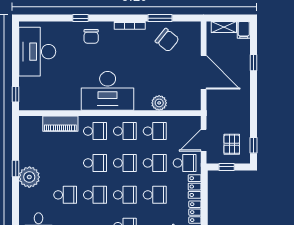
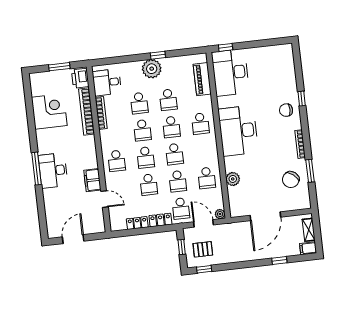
desk: (37, 52) -> (230, 73), moved, turned -90
plant: (196, 121) -> (220, 214), added
piano: (60, 124) -> (202, 79), moved
school desk: (125, 131) -> (168, 100), moved

